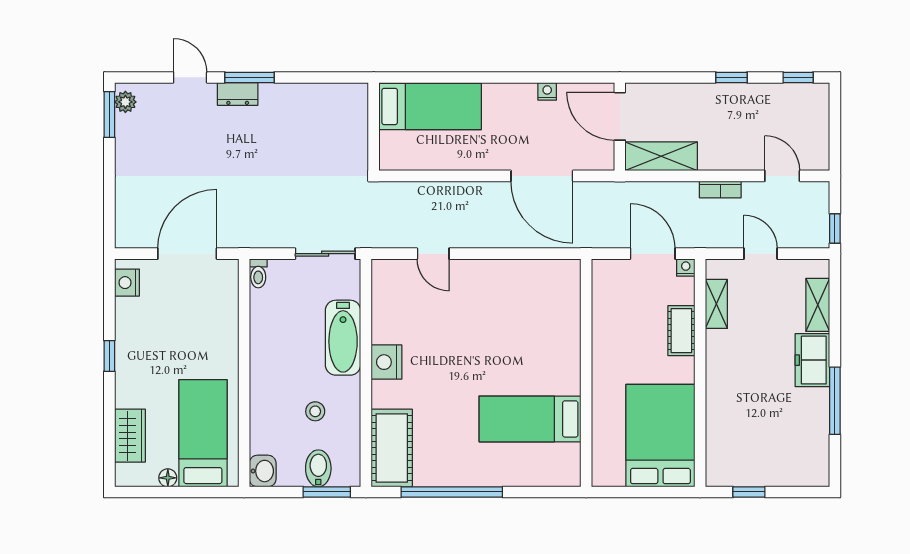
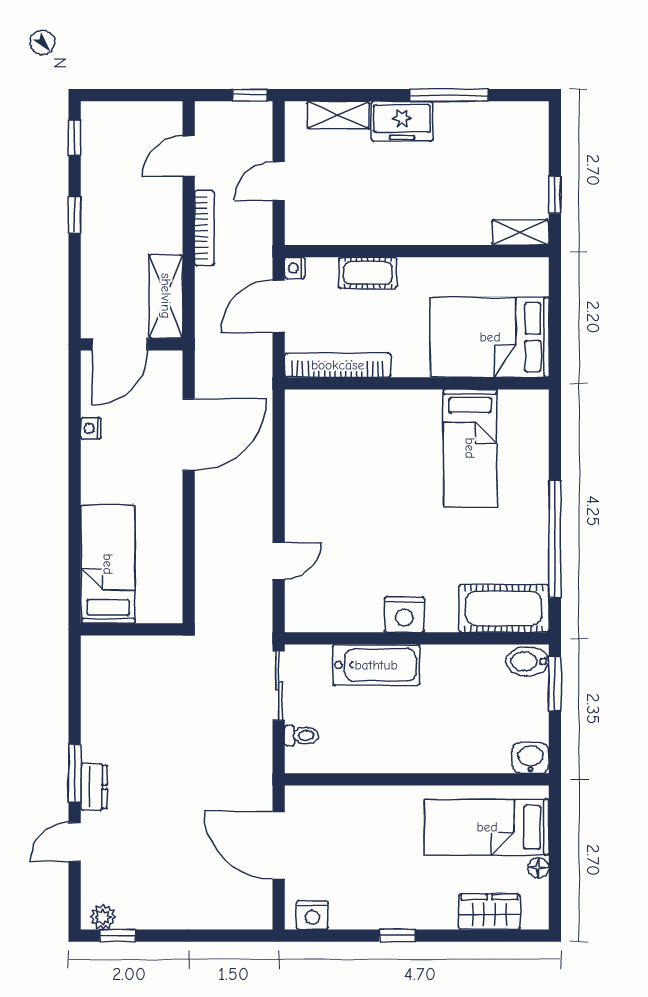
window: (109, 114) -> (118, 936), width x0.67
bookcase: (720, 189) -> (204, 228), width x1.56
toilet: (258, 273) -> (302, 736), moved
shelving: (716, 304) -> (520, 232), moved
bookcase: (602, 305) -> (338, 365), added
stool: (315, 411) -> (461, 697), removed
bed: (660, 436) -> (490, 337), moved
bidet: (318, 468) -> (527, 661), moved

